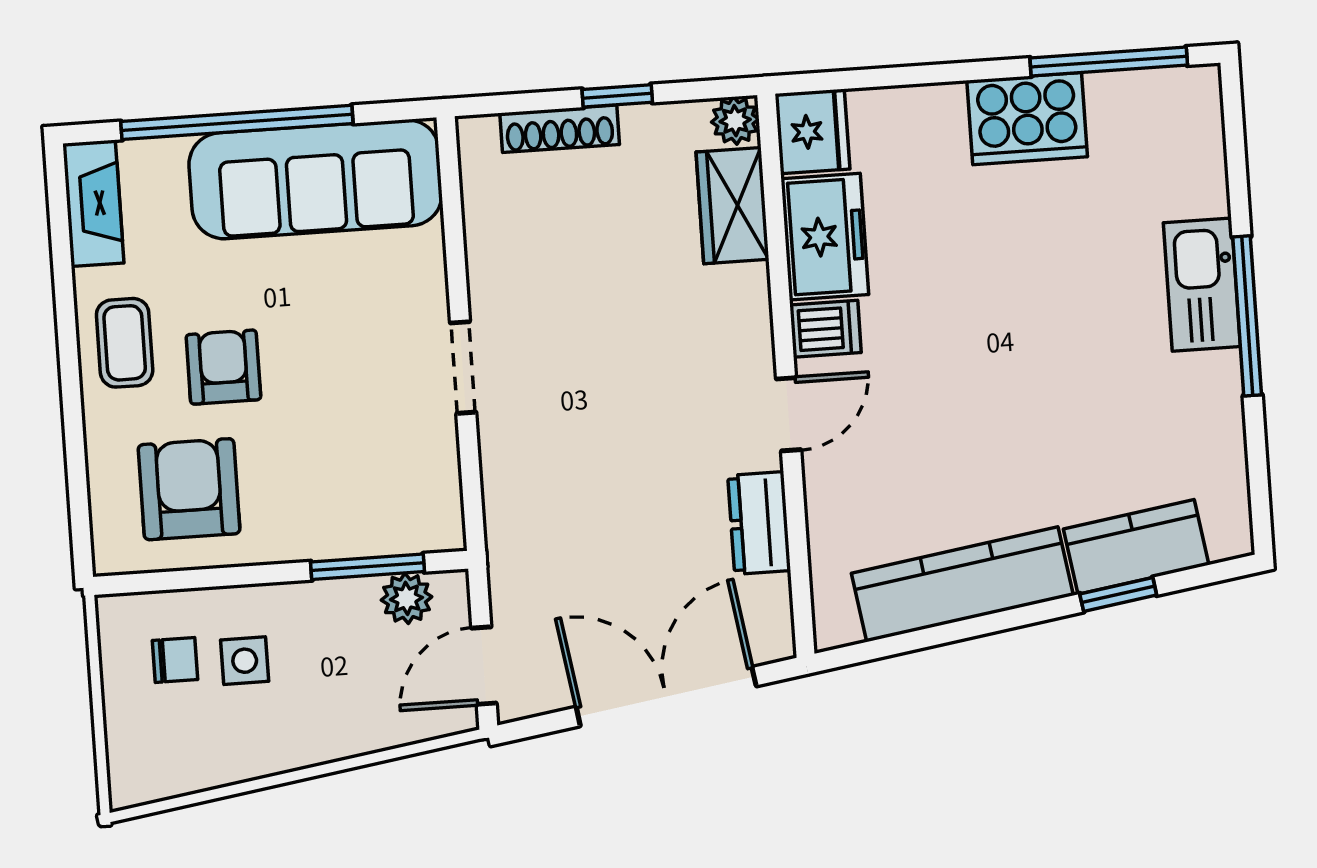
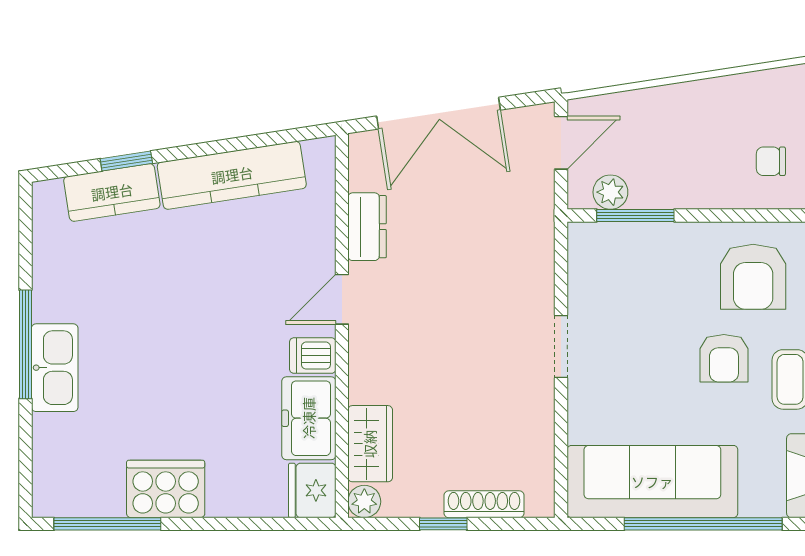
side table: (245, 661) -> (723, 158), removed

